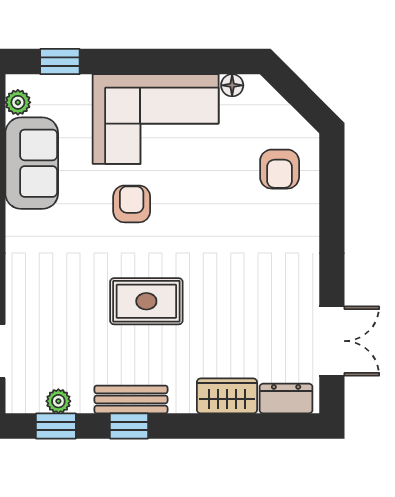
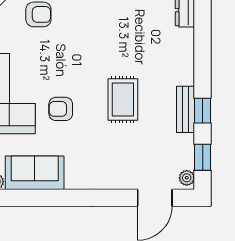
wardrobe: (227, 396) -> (183, 48), removed
plant: (58, 401) -> (187, 178), moved

